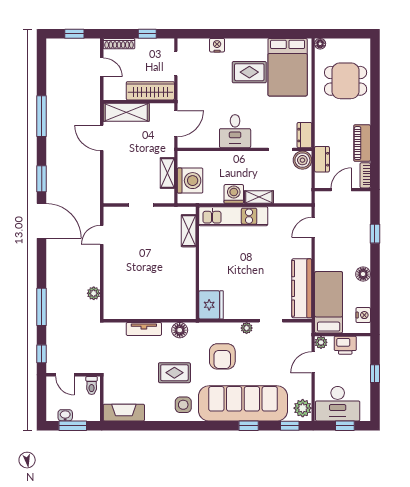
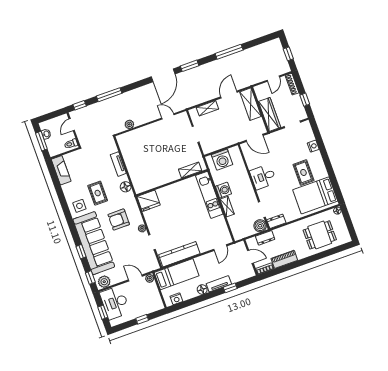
dining table: (346, 81) -> (320, 235), turned 90
shelving: (167, 173) -> (207, 108), moved
door: (313, 227) -> (220, 248), swing flipped
tv unit: (363, 248) -> (219, 284), added
printer: (345, 345) -> (153, 294), removed

